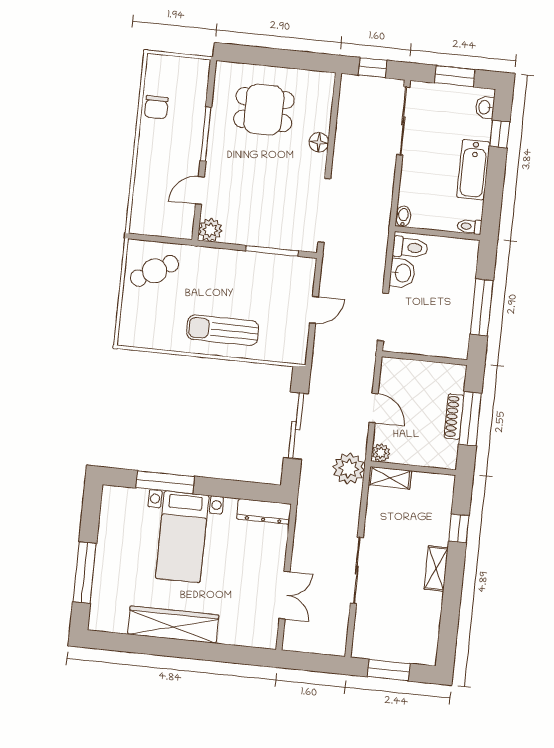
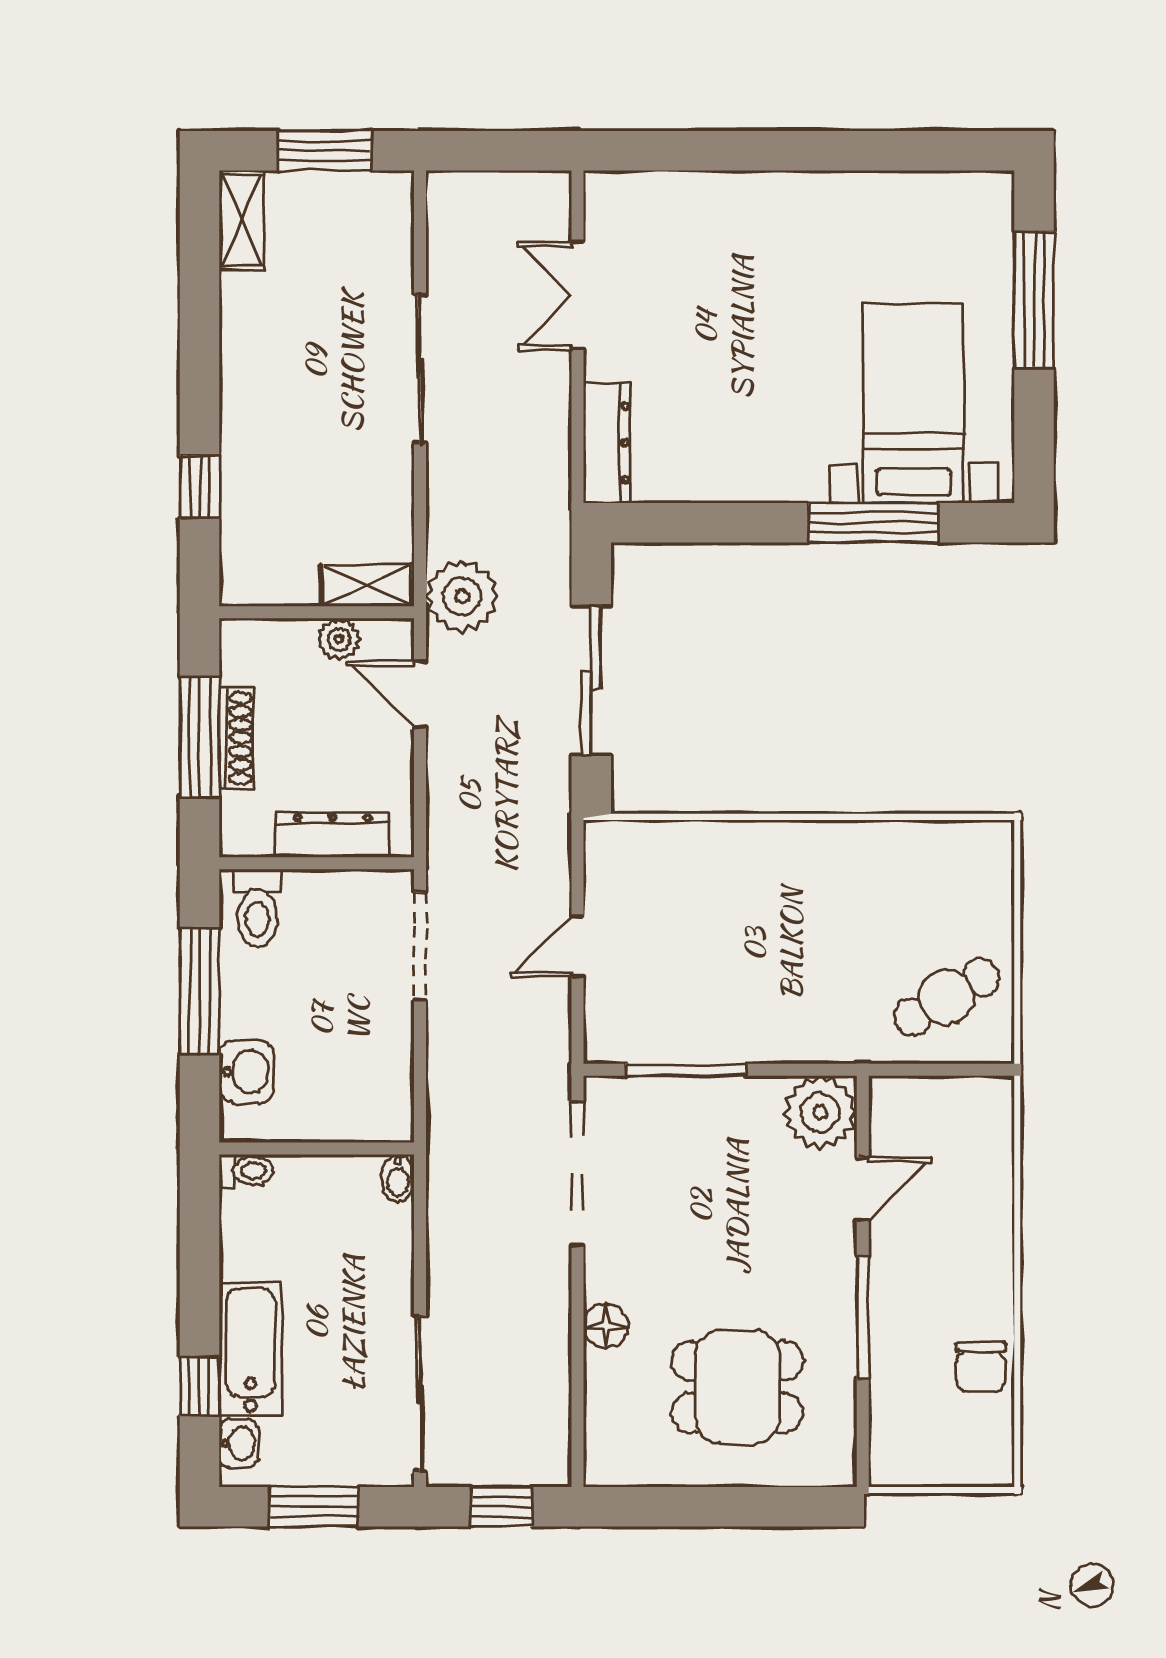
chair: (156, 107) -> (981, 1367), turned 180
bathtub: (473, 170) -> (250, 1349), moved
plant: (210, 230) -> (820, 1112), width x1.36, depth x1.36
toilet: (410, 247) -> (257, 908), moved, turned -90
washbasin: (402, 273) -> (246, 1072), moved, turned 180
sun lounger: (223, 330) -> (779, 879), removed
dresser: (416, 370) -> (333, 835), added
door: (374, 408) -> (420, 694), moved
plant: (381, 453) -> (339, 639), moved
dresser: (264, 512) -> (607, 443), moved, turned 90
bed with nightstands: (182, 537) -> (914, 403), moved
shelving: (436, 569) -> (242, 220), moved
wardrobe: (173, 625) -> (822, 203), removed

